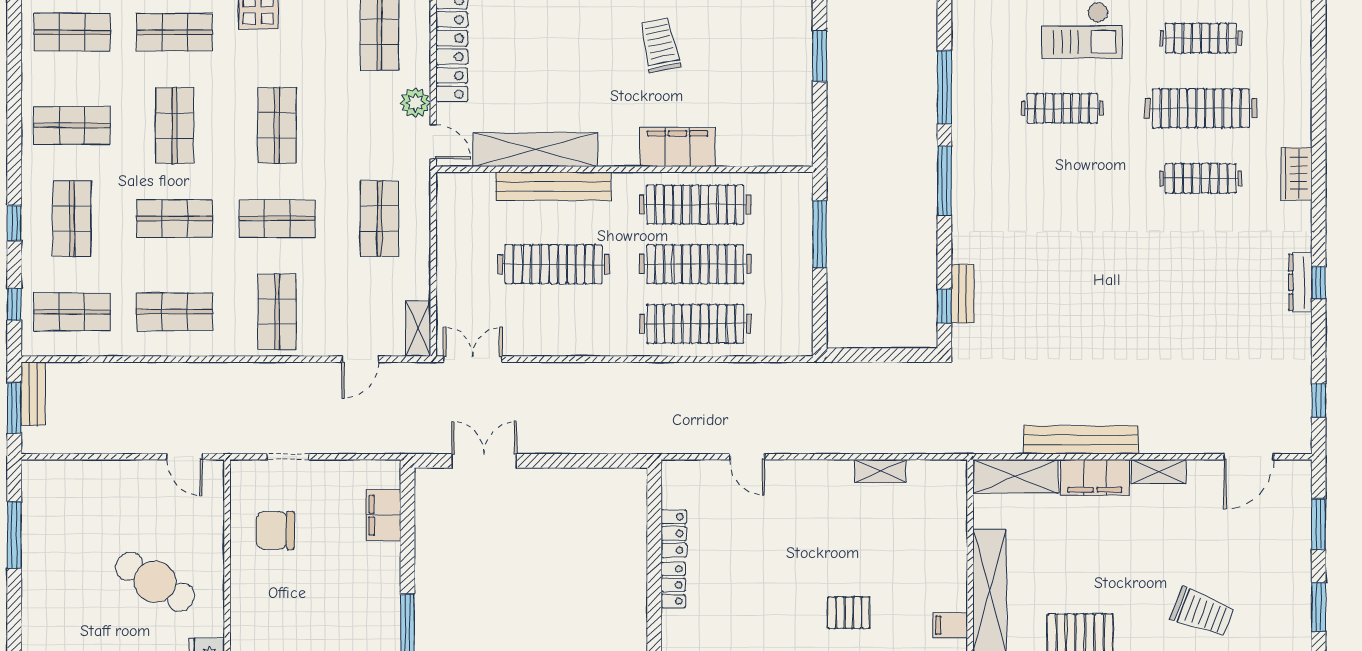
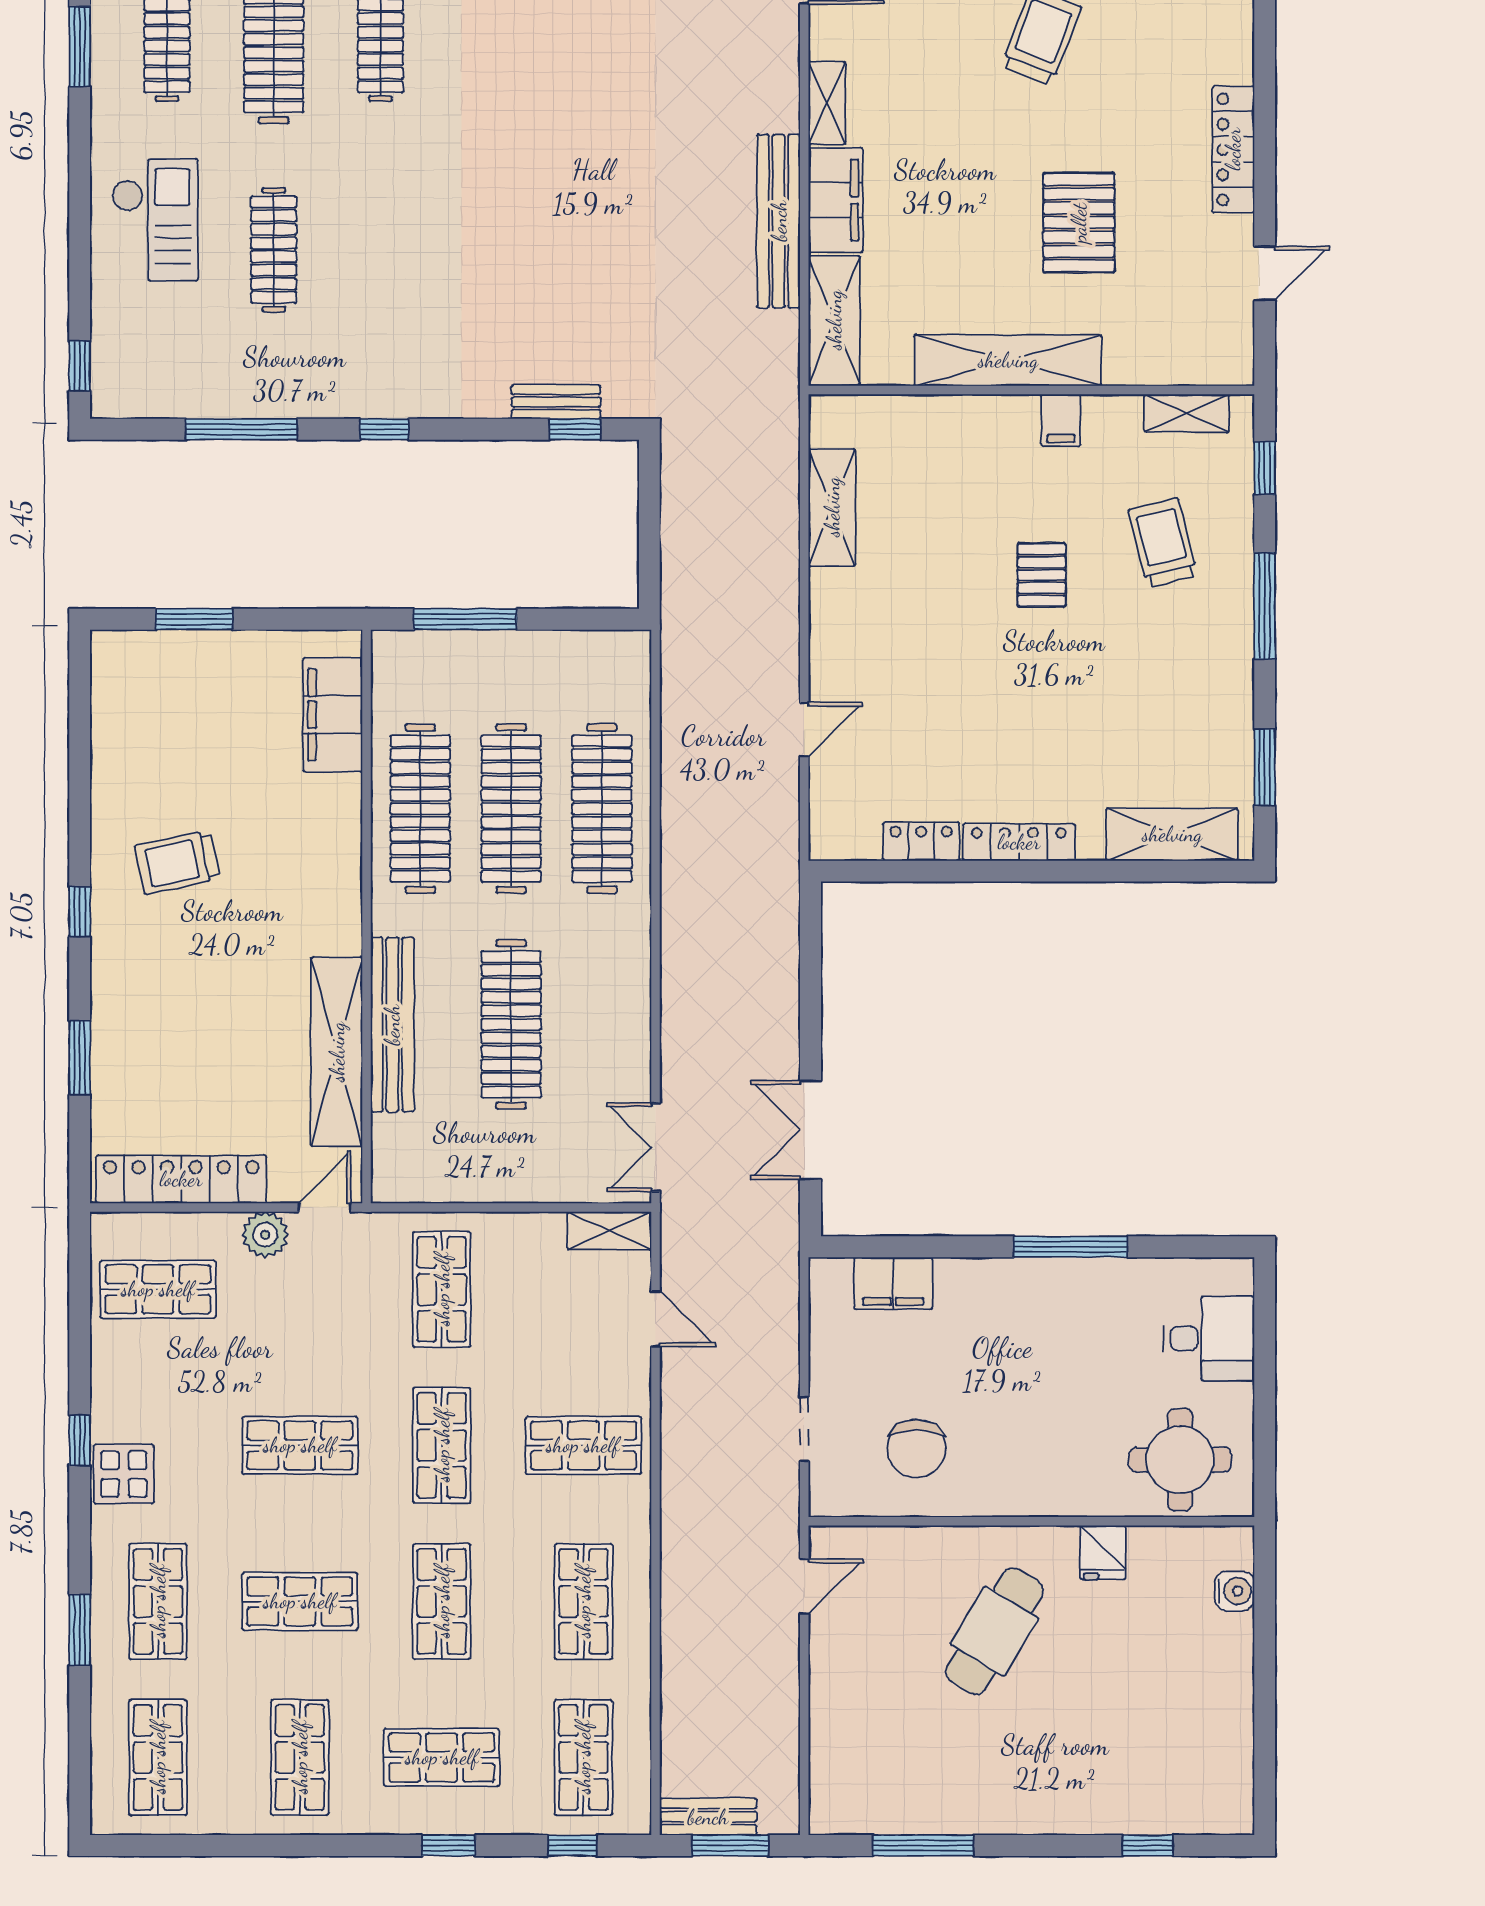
filing cabinet: (678, 147) -> (333, 715), moved
window: (944, 181) -> (384, 429), width x0.46
shop shelf: (380, 219) -> (442, 1289), turned 90
shelving: (880, 471) -> (832, 507), width x1.50, depth x1.33
locker: (673, 585) -> (1019, 842), width x1.53

